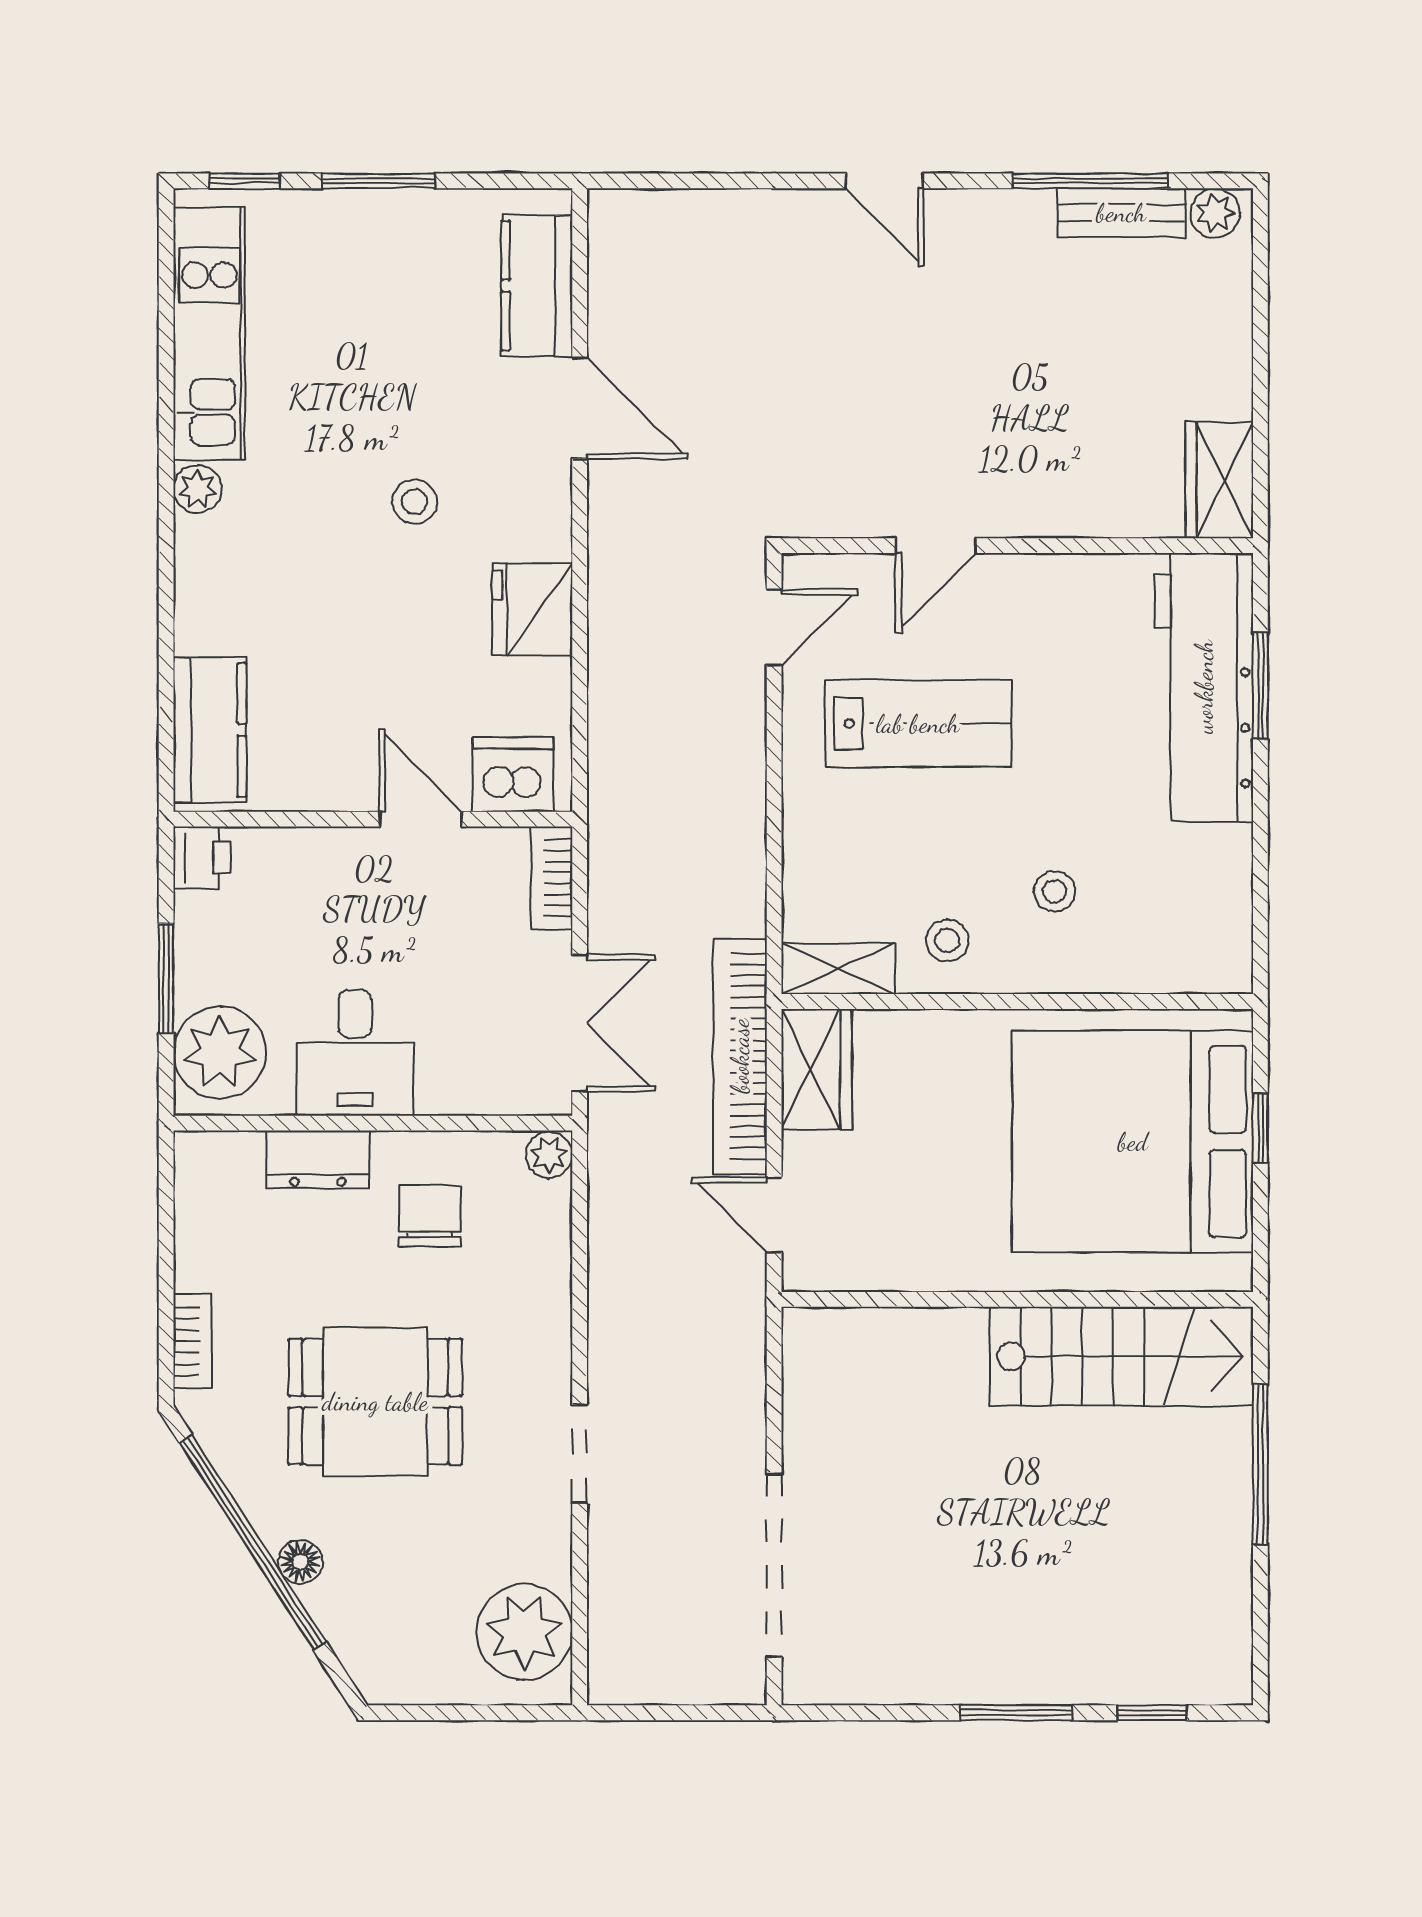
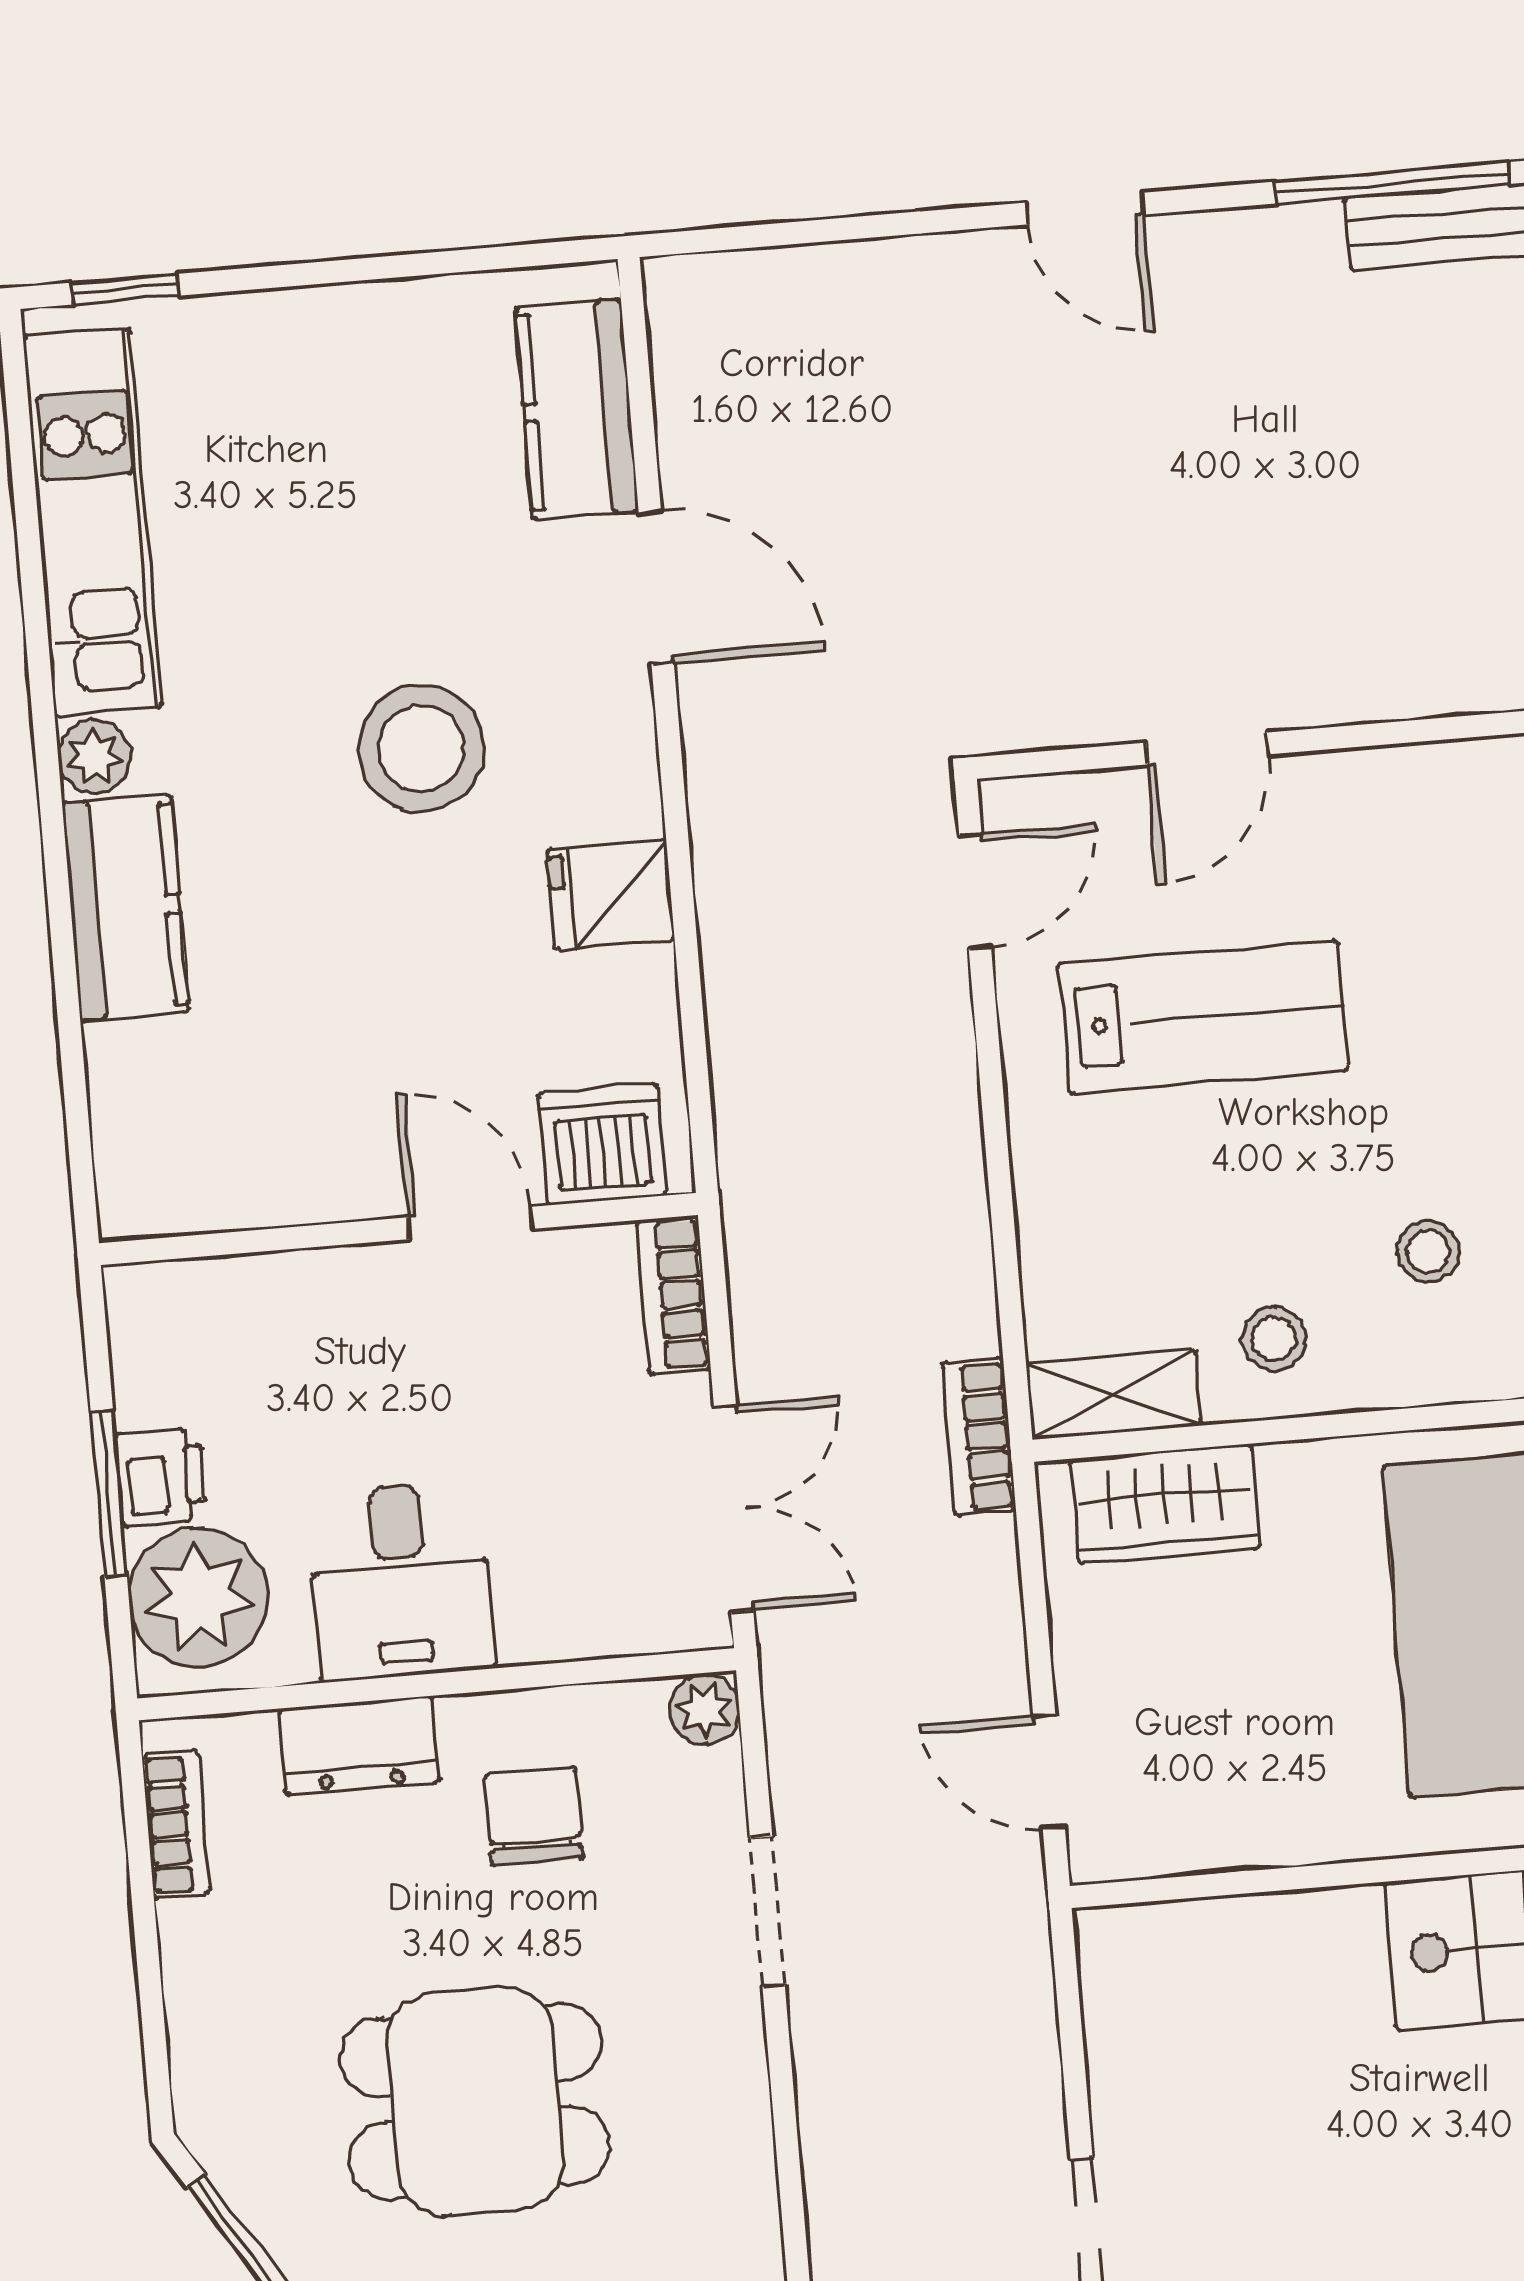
window: (379, 181) -> (326, 272), removed
stool: (415, 502) -> (421, 748), width x1.89, depth x1.89
fridge: (532, 609) -> (611, 895), width x0.72
kitchen counter: (210, 730) -> (125, 908), moved
printer: (202, 858) -> (161, 1477), moved
bookcase: (740, 1056) -> (979, 1437), width x0.43, depth x0.76
wardrobe: (816, 1069) -> (1165, 1504), moved, turned 90
bookcase: (192, 1341) -> (176, 1824), moved
doorway: (580, 1454) -> (767, 1912), moved

